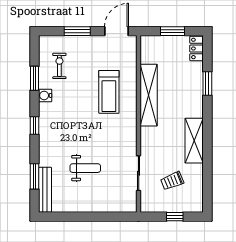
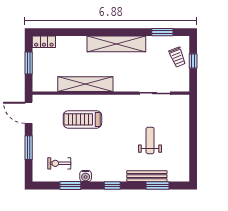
window: (207, 84) -> (162, 32), moved
treadmill: (109, 92) -> (82, 119), turned 180
shelving: (194, 141) -> (116, 44), width x1.47
trolley: (172, 181) -> (177, 57), moved
bench: (45, 190) -> (147, 176), moved

